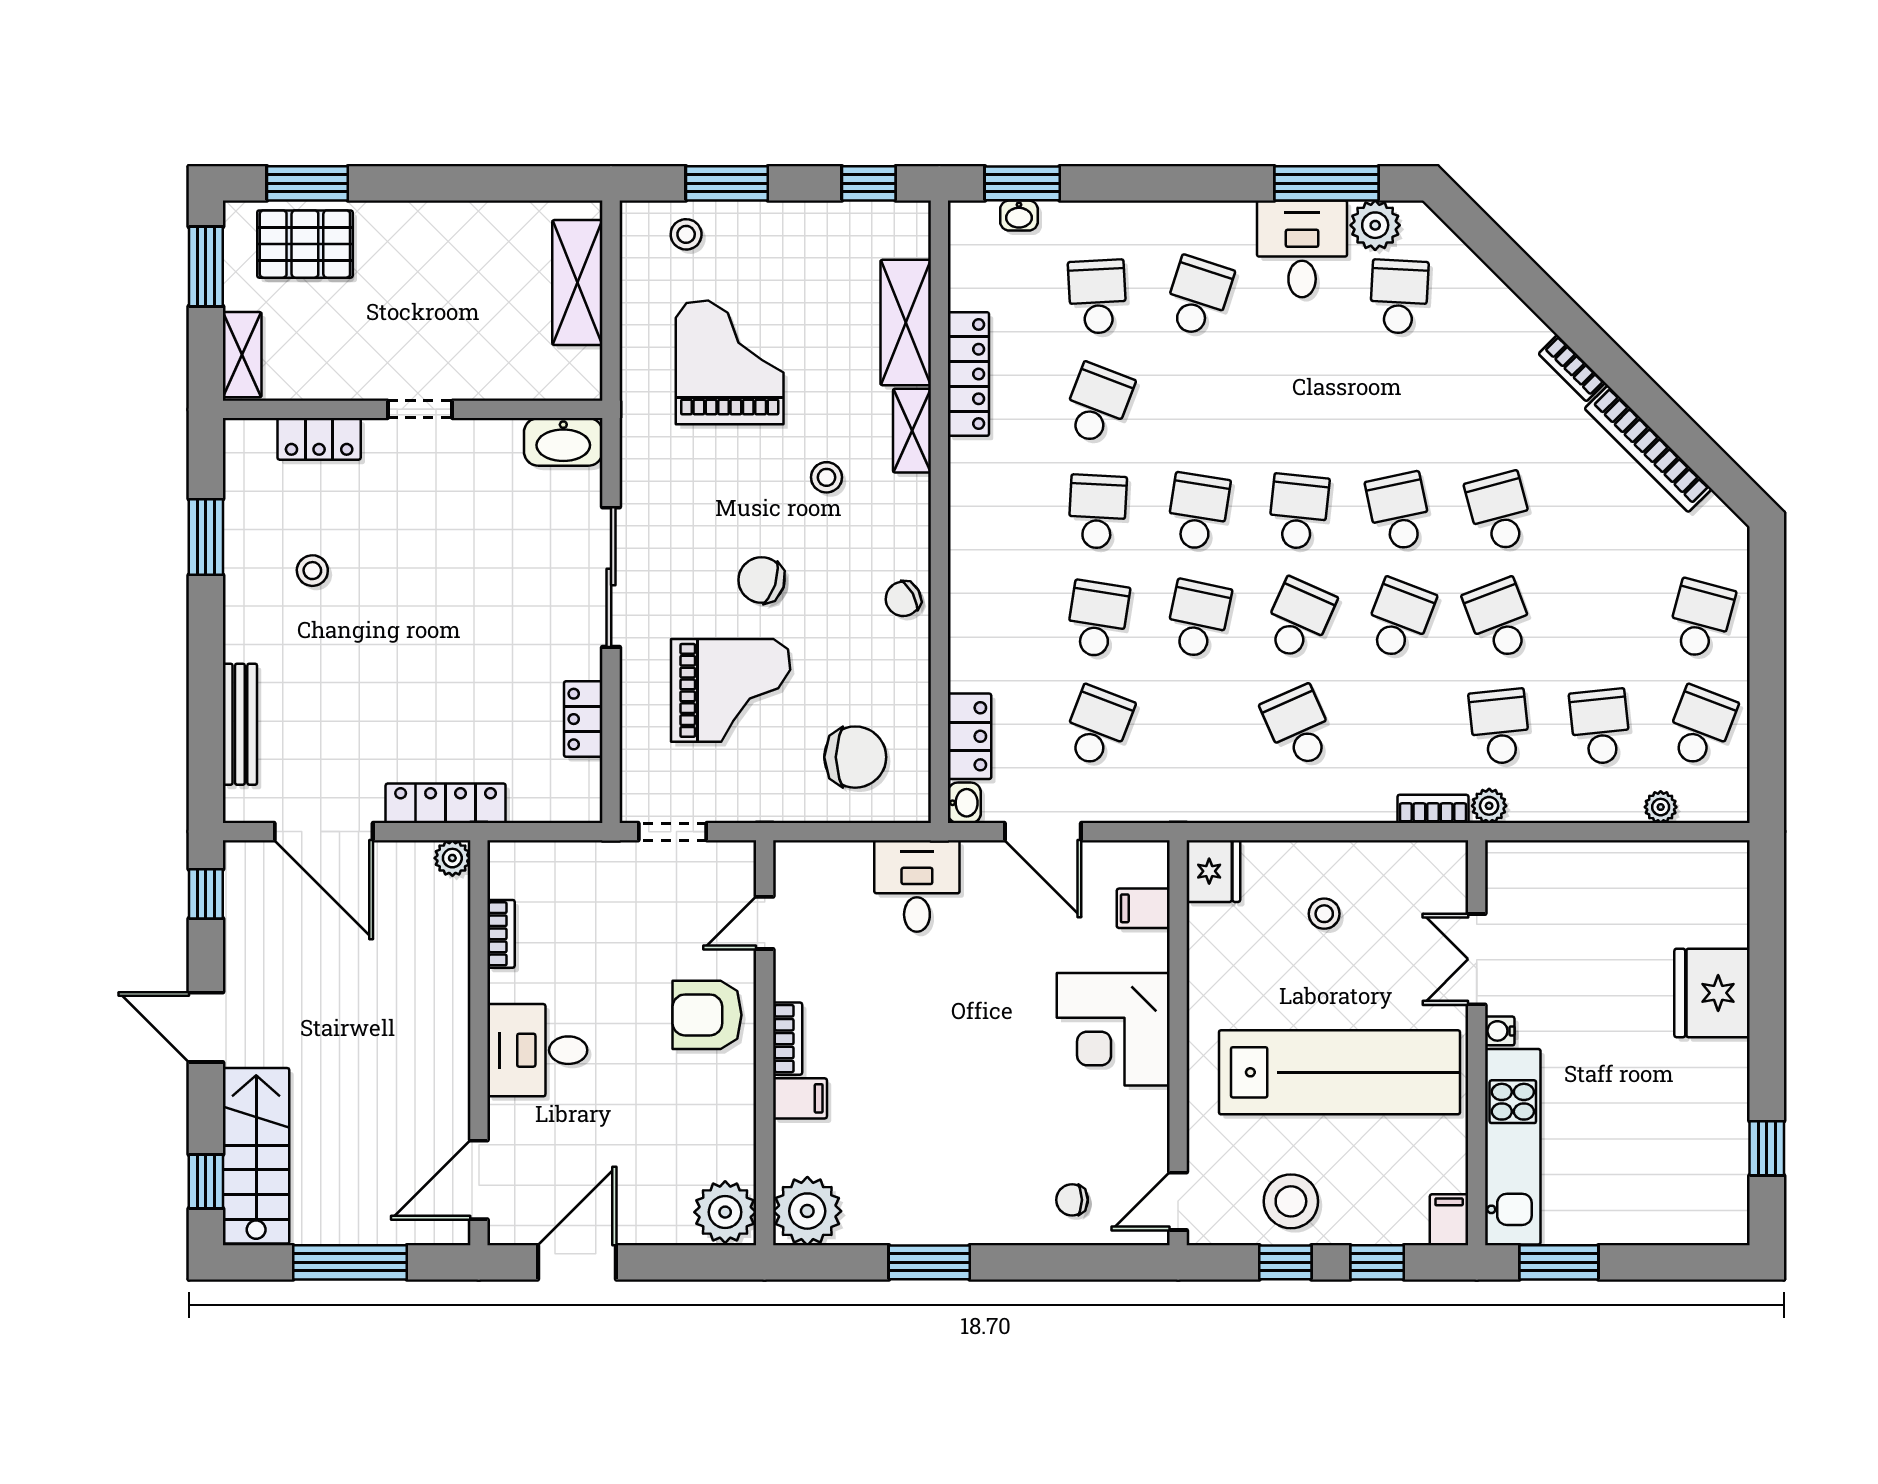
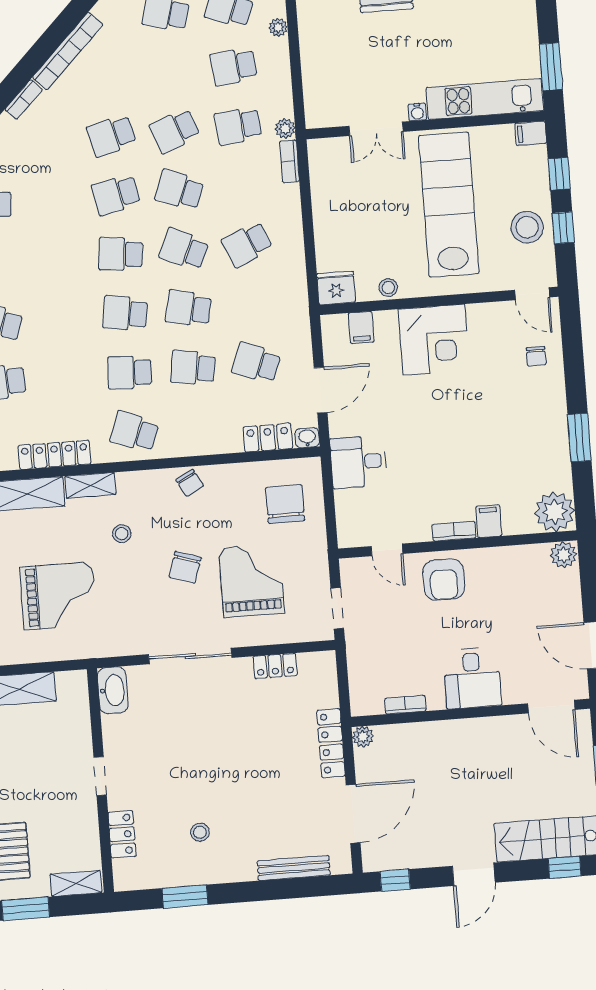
grand piano: (730, 362) -> (58, 596), turned 180
school desk: (1097, 404) -> (134, 432), moved
stool: (1324, 914) -> (388, 288), moved
plant: (725, 1212) -> (564, 555), width x0.73, depth x0.73

